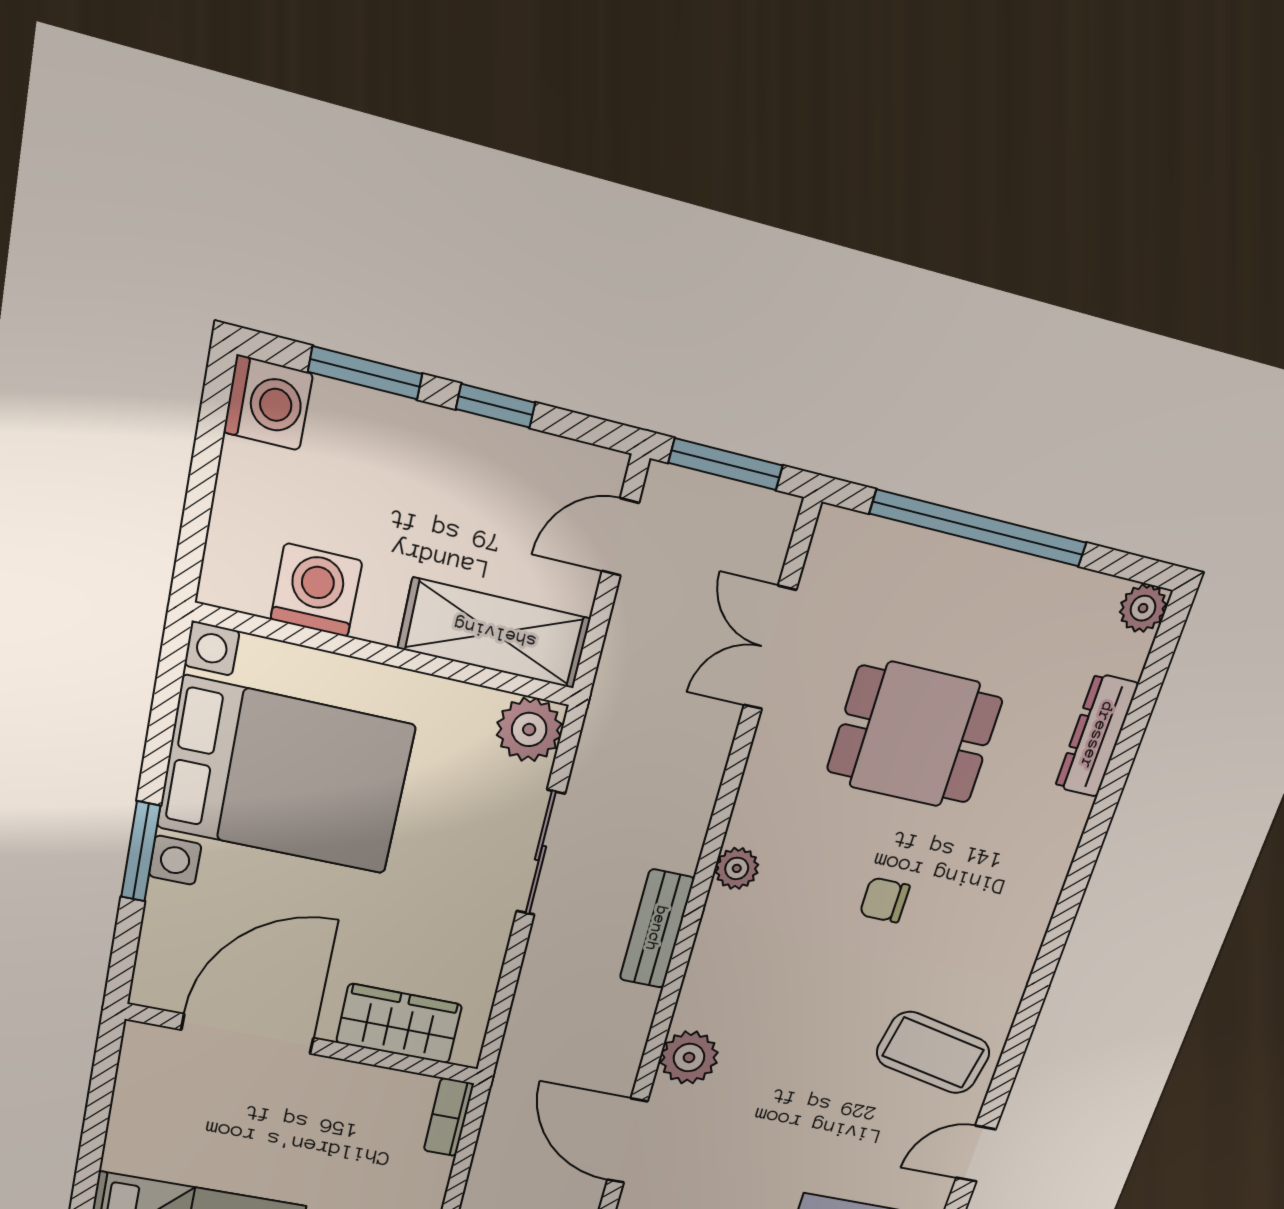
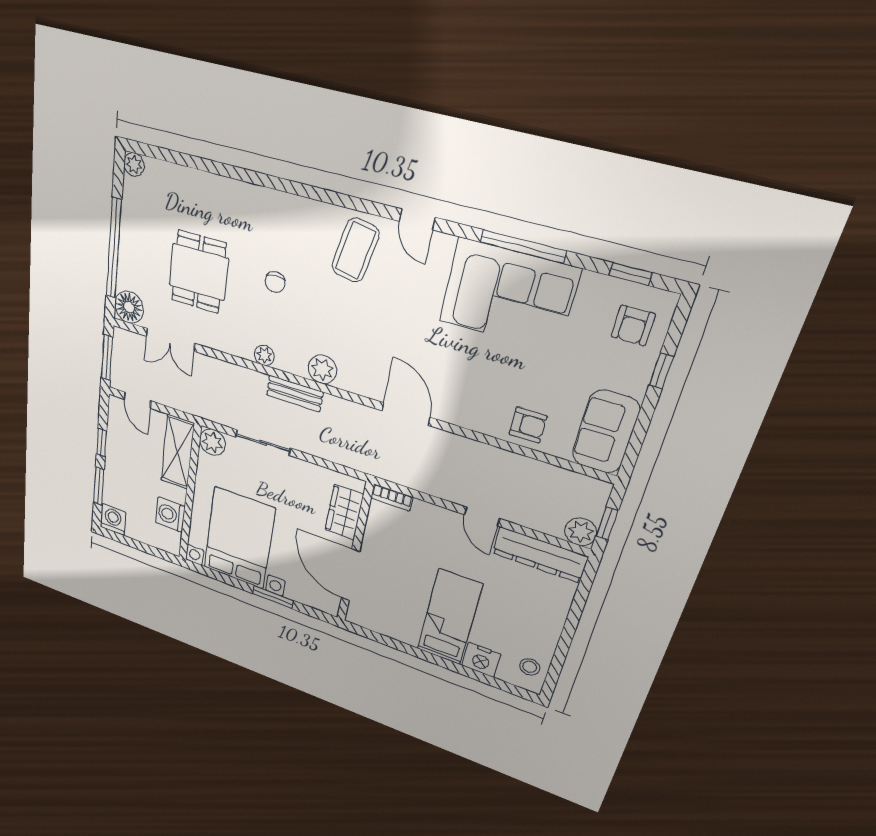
floor lamp: (846, 548) -> (129, 307), added
dresser: (1097, 736) -> (190, 179), removed
plant: (689, 1058) -> (322, 369), moved
door: (627, 1141) -> (406, 414), swing flipped

